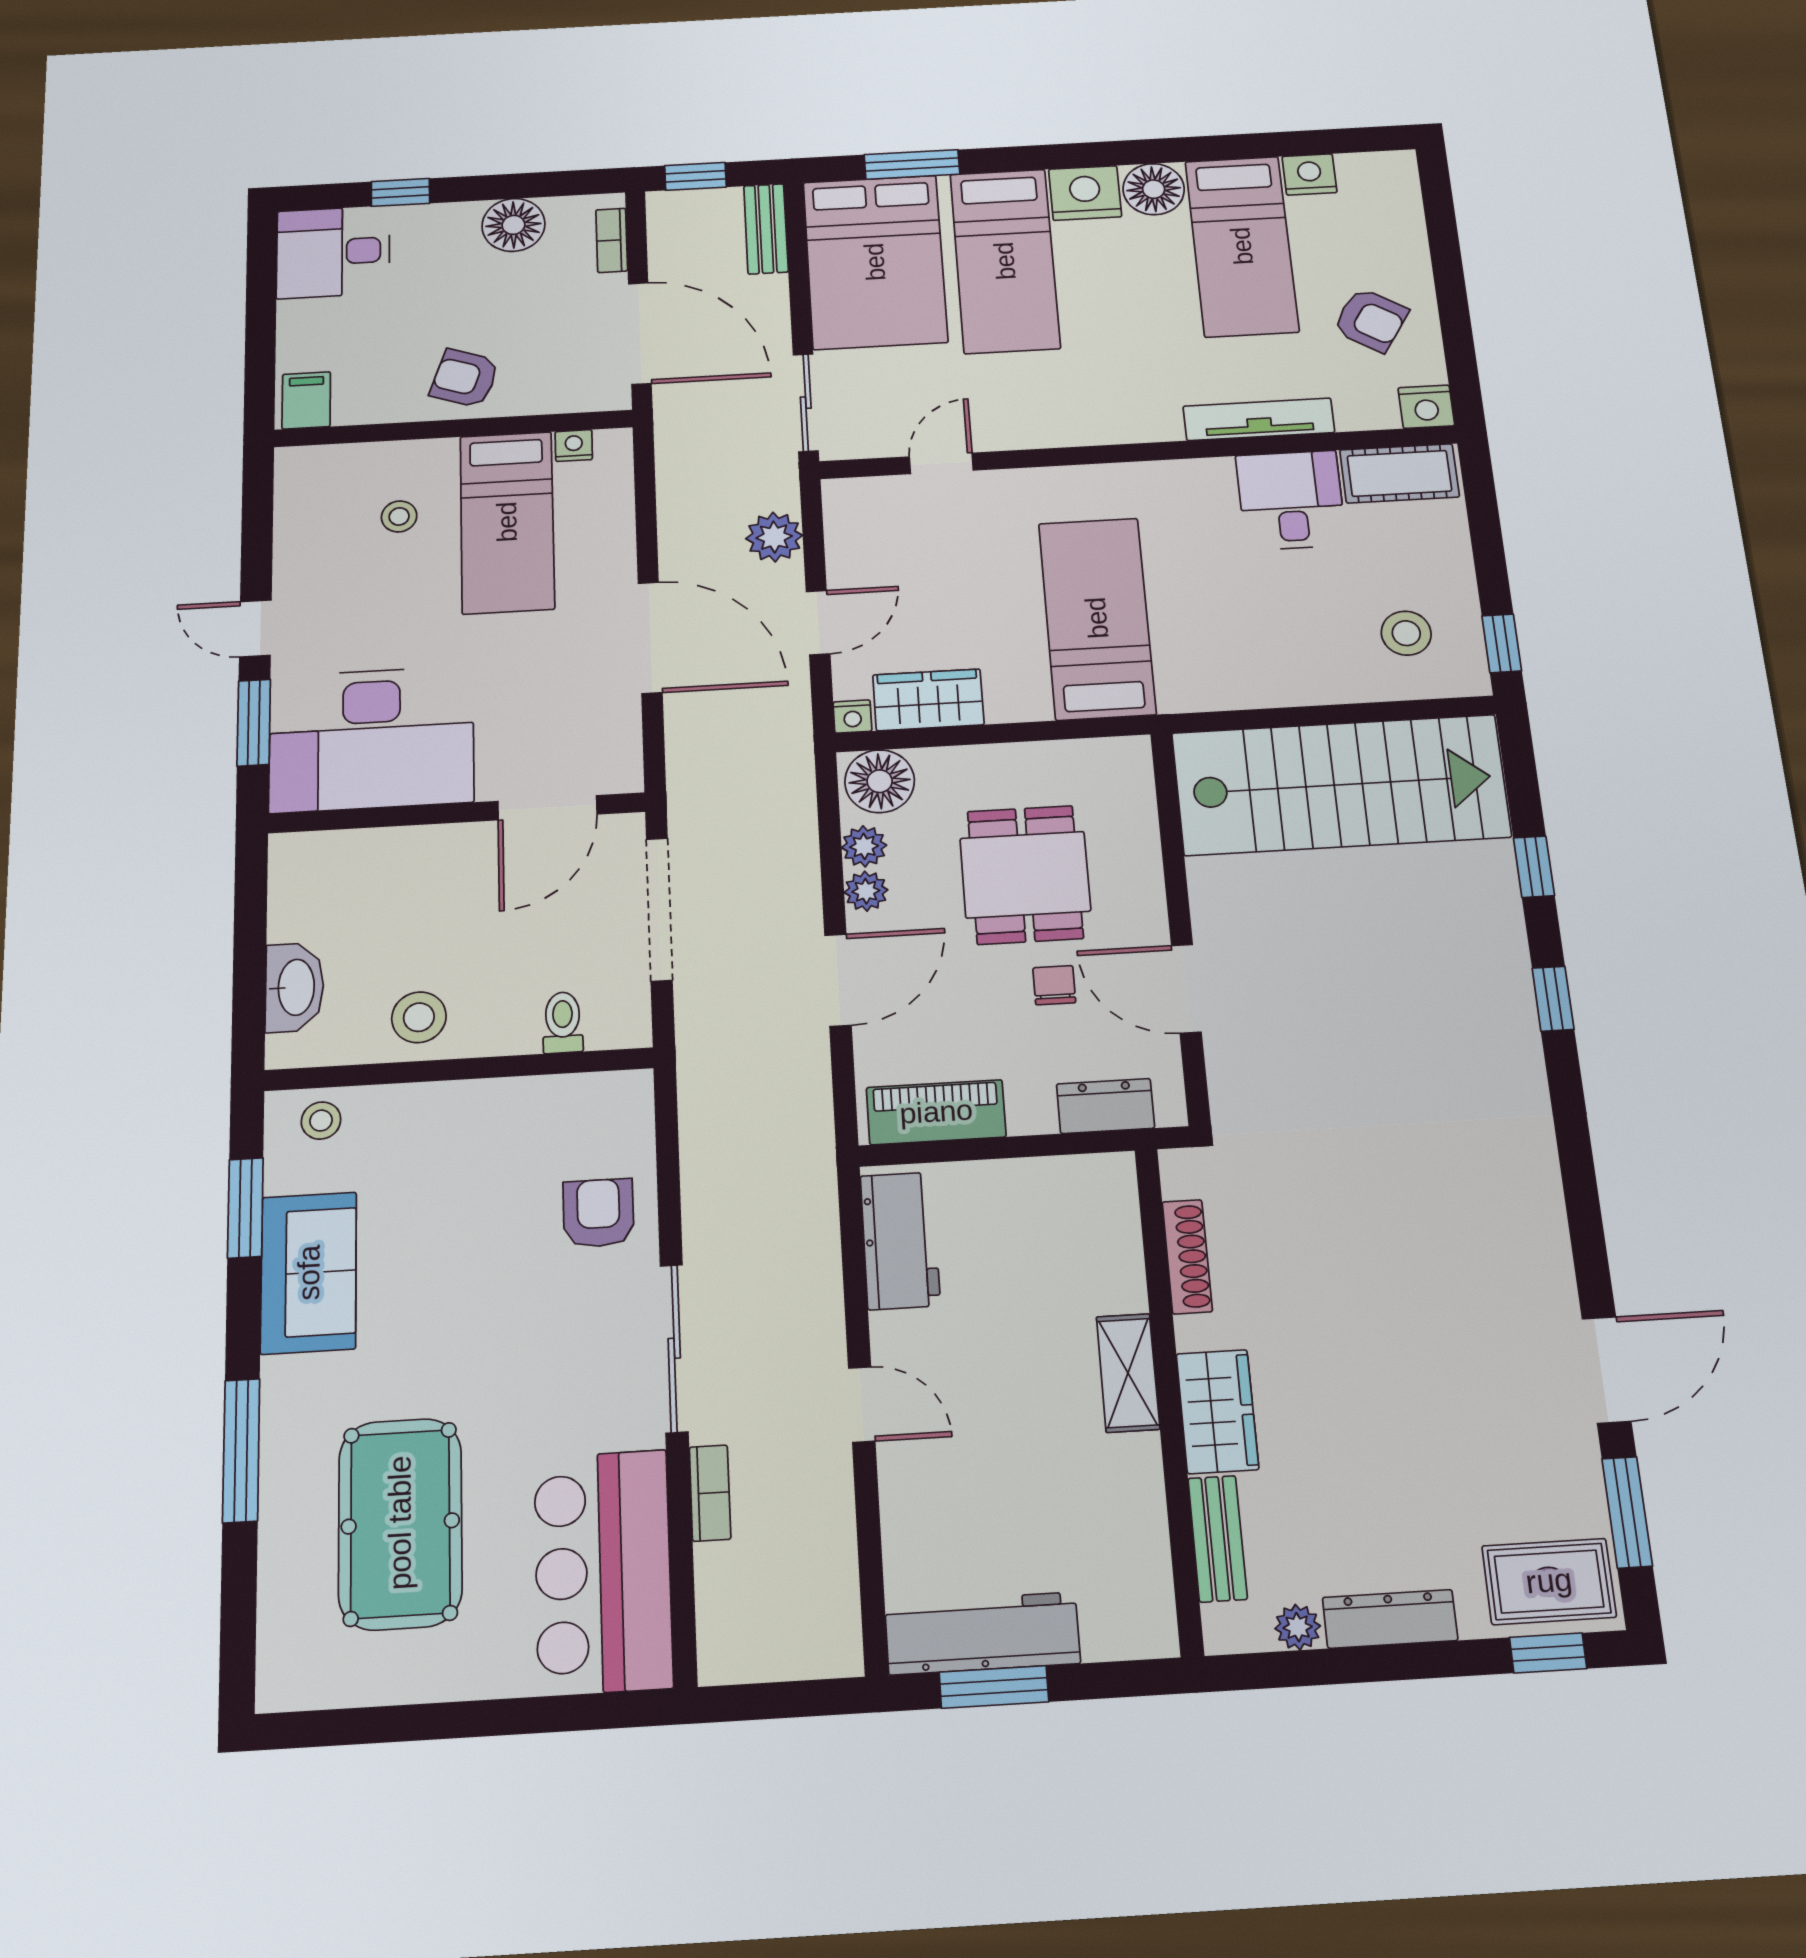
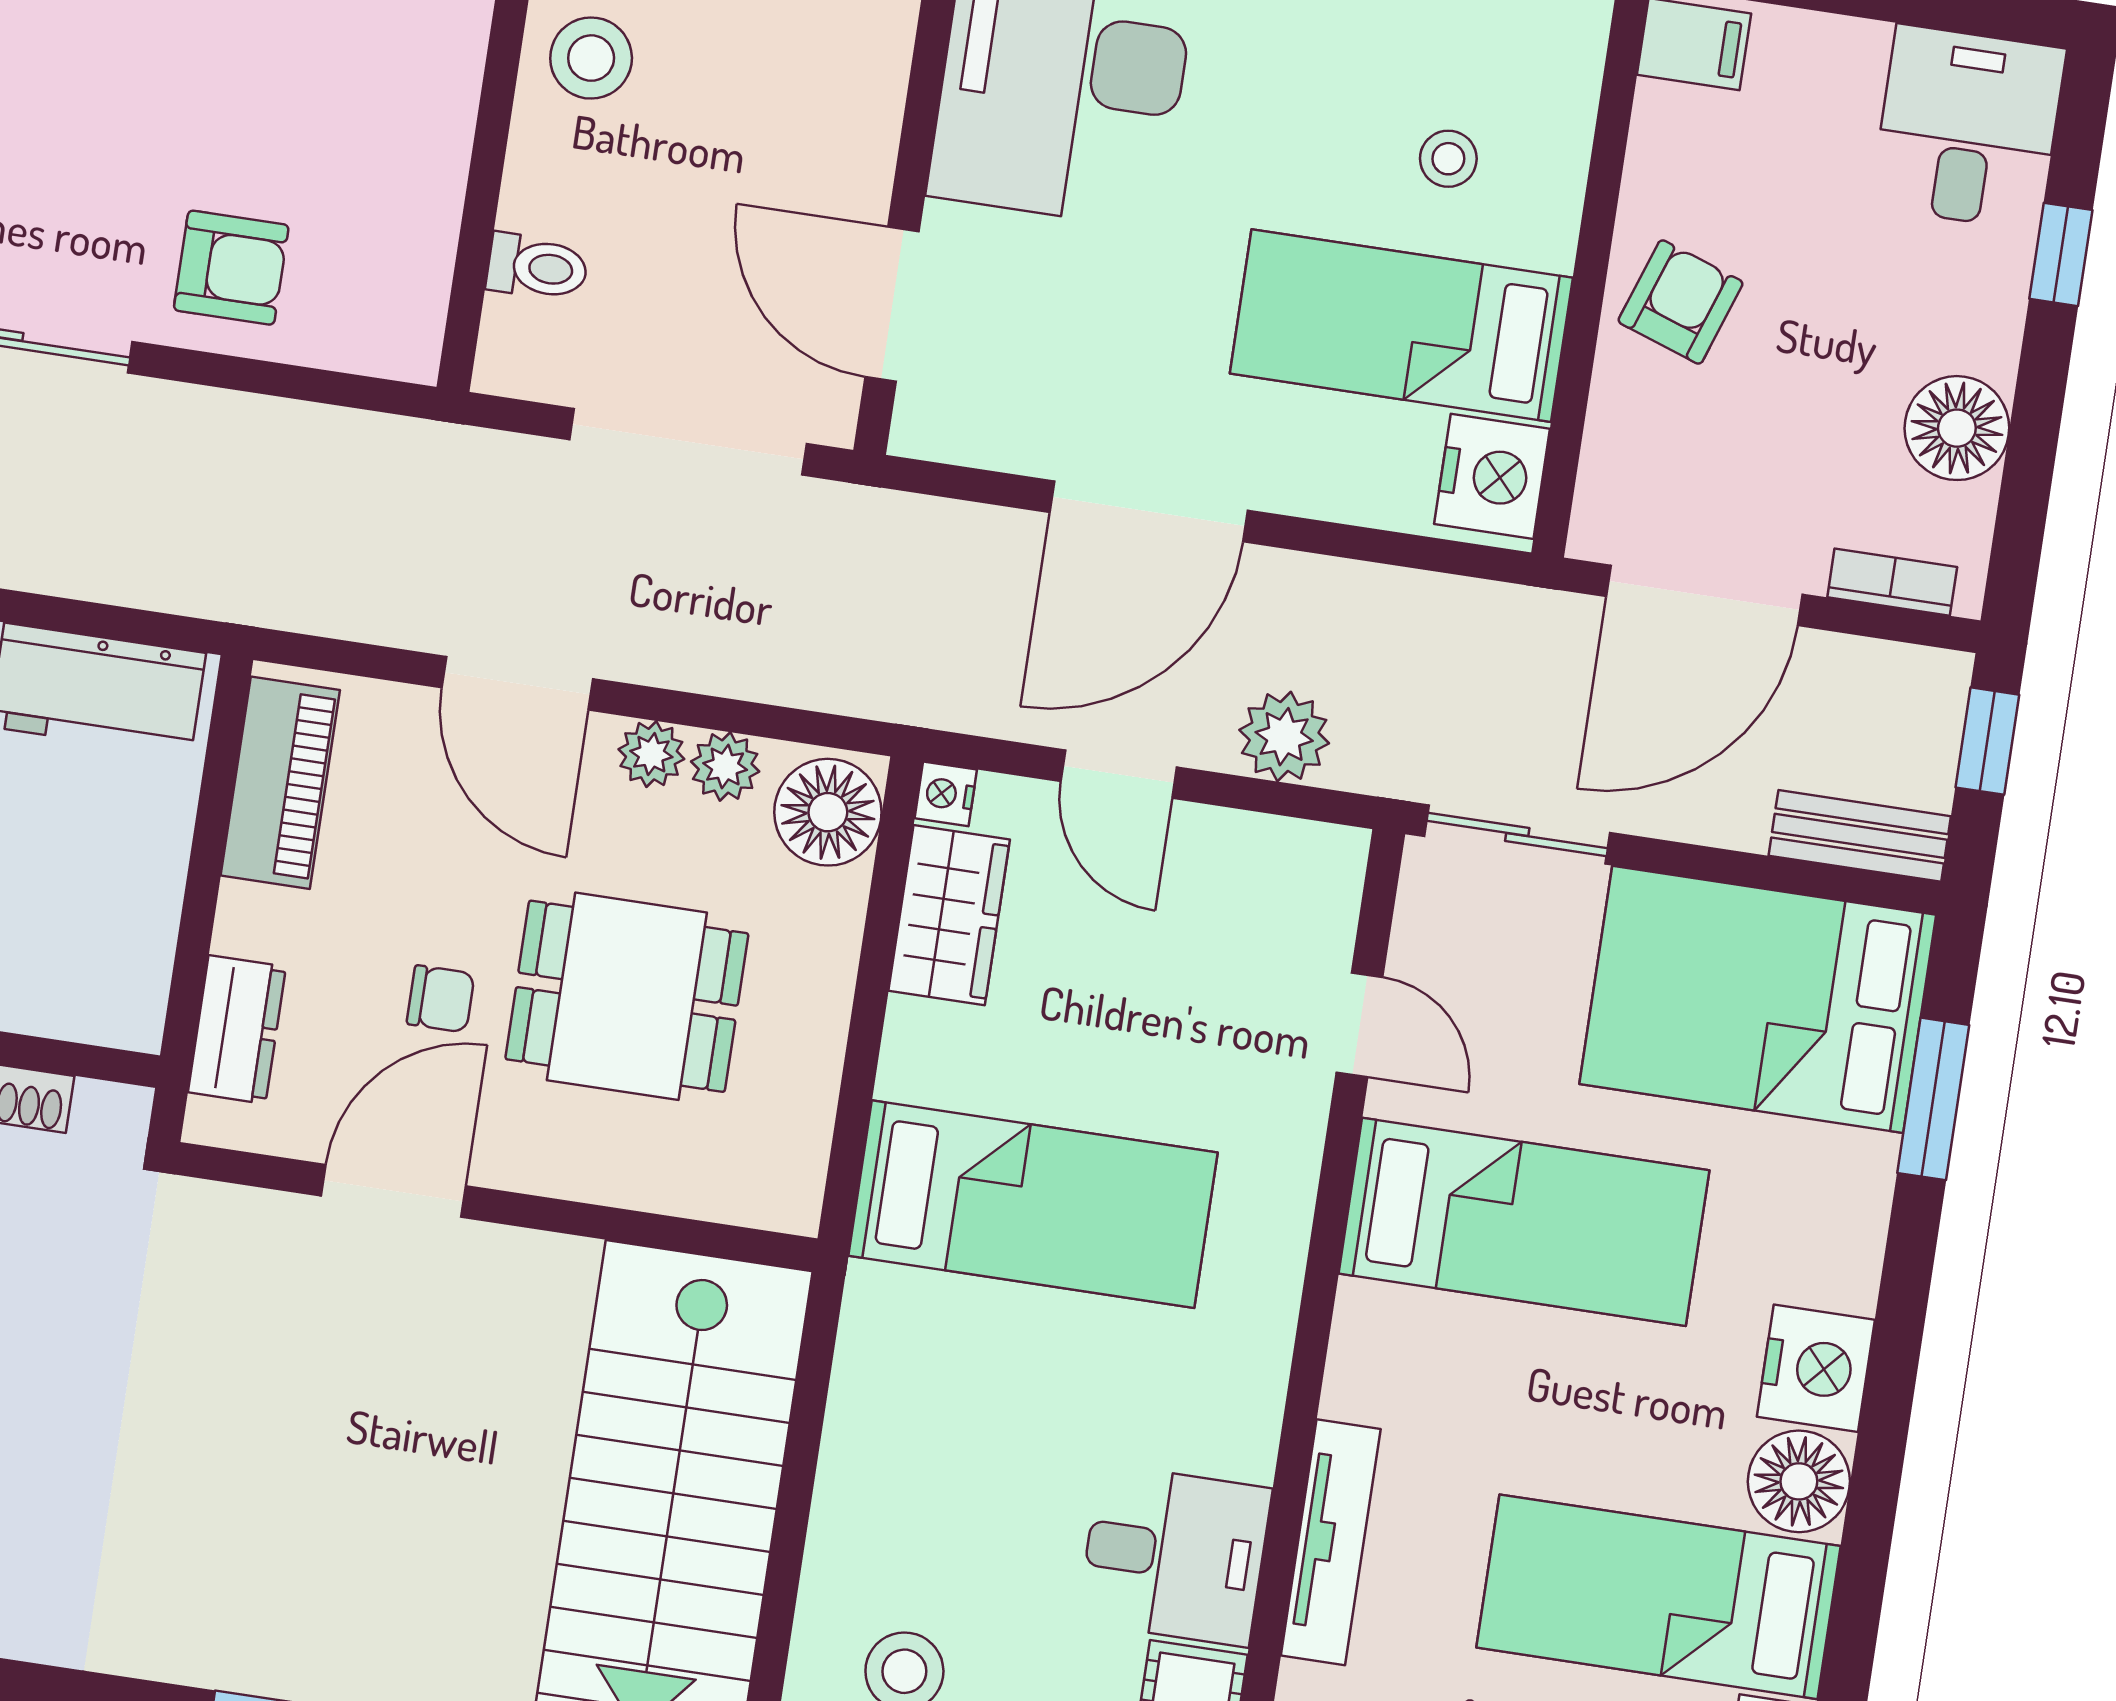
bed: (1005, 261) -> (1524, 1222), moved, turned 180
nightstand: (574, 446) -> (1492, 476), width x1.89, depth x1.79

